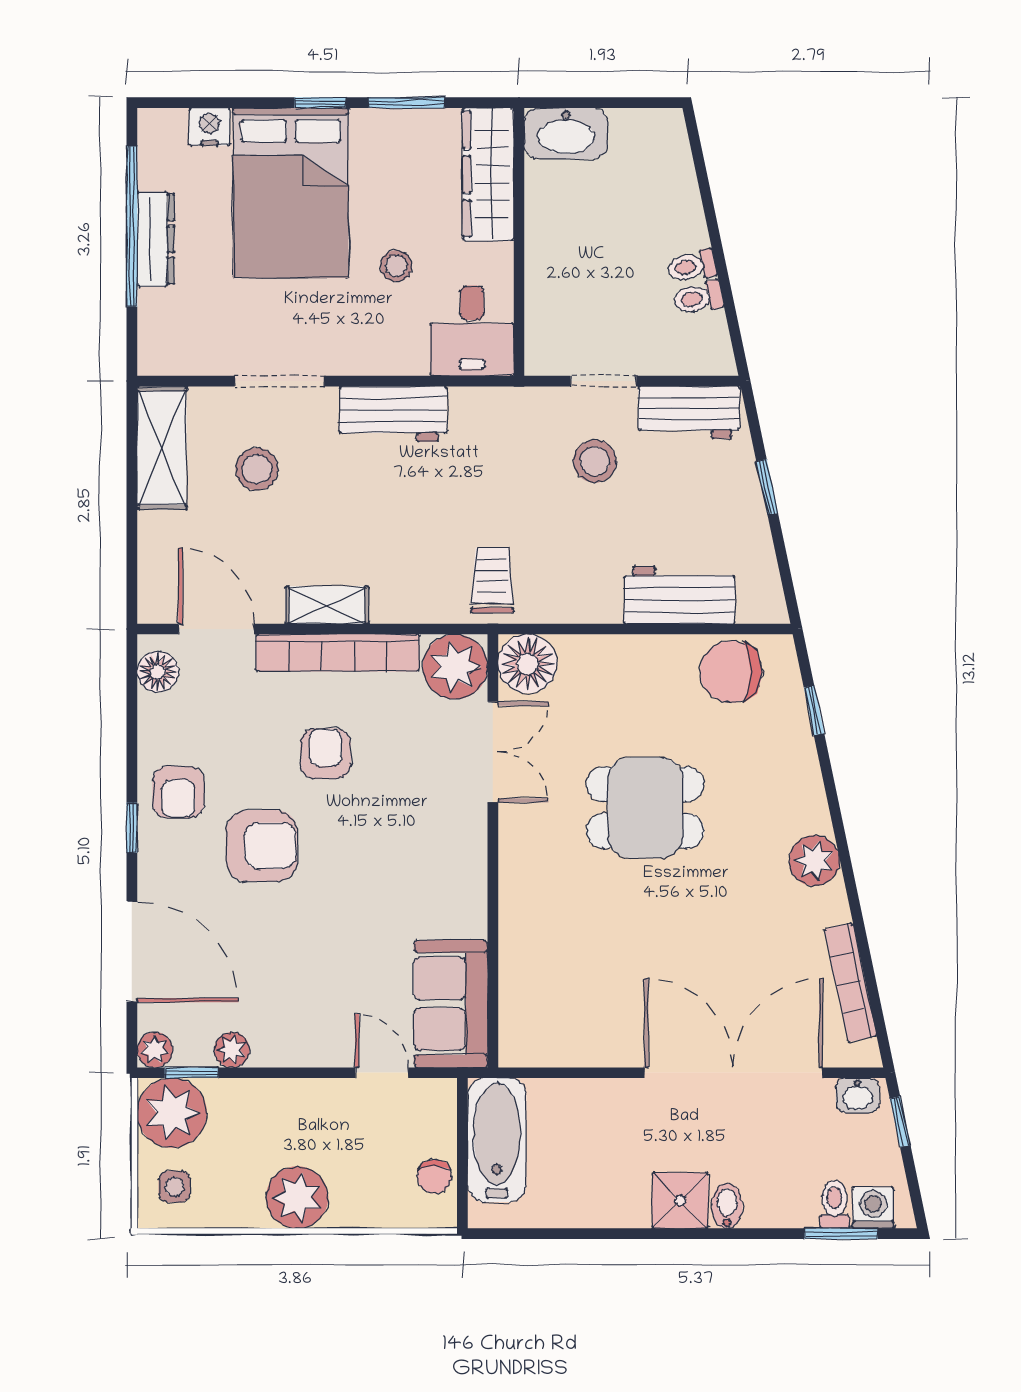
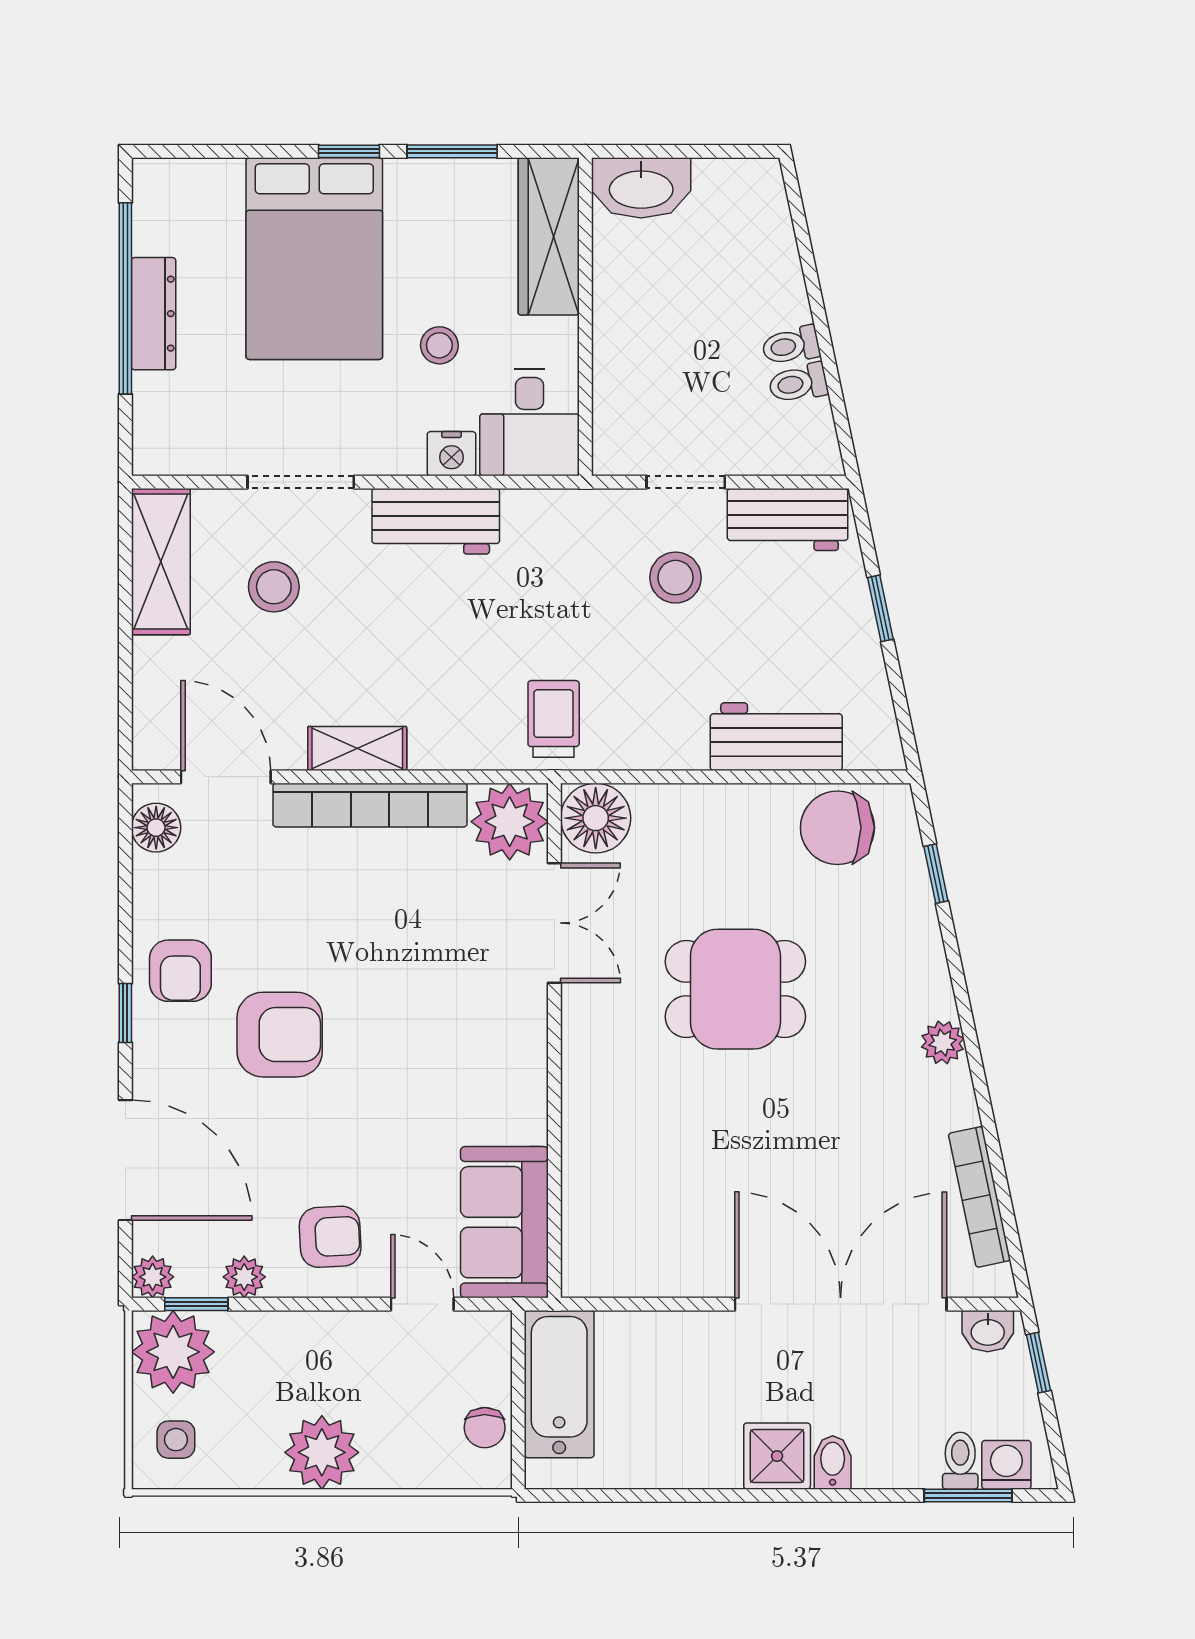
nightstand: (210, 127) -> (452, 454), moved, turned 180
armchair: (326, 754) -> (330, 1237), moved, turned 87
plant: (814, 861) -> (943, 1043), width x0.73, depth x0.73

